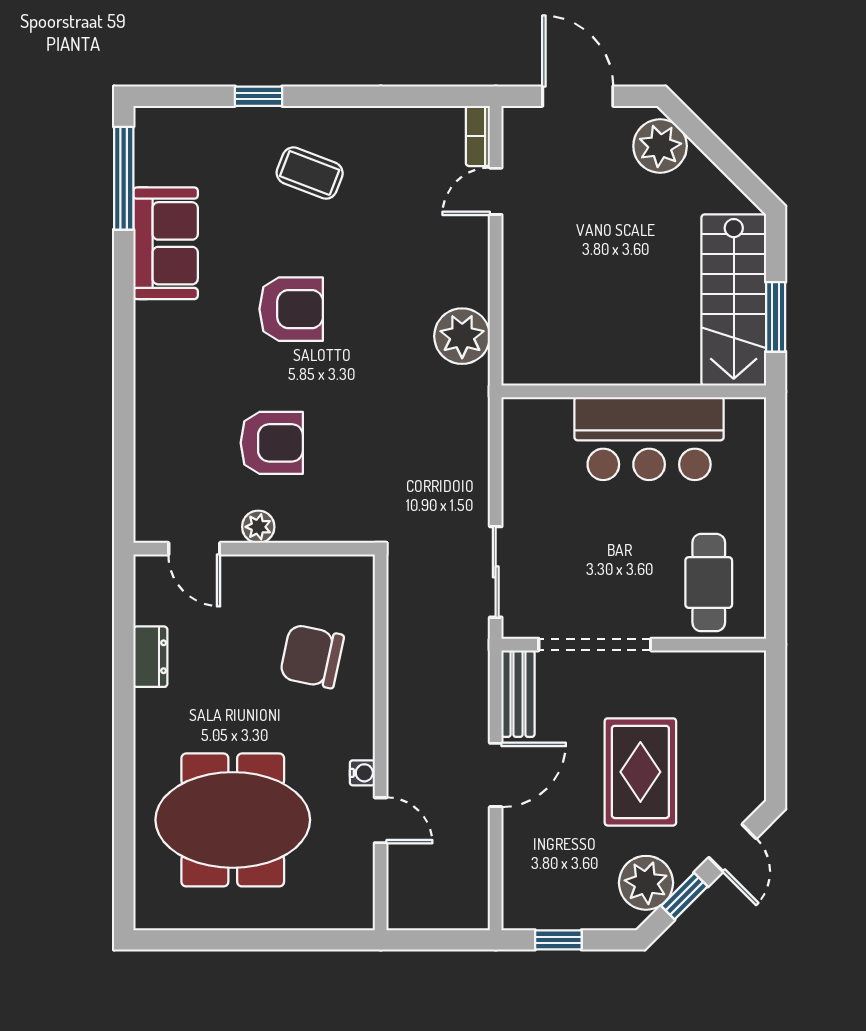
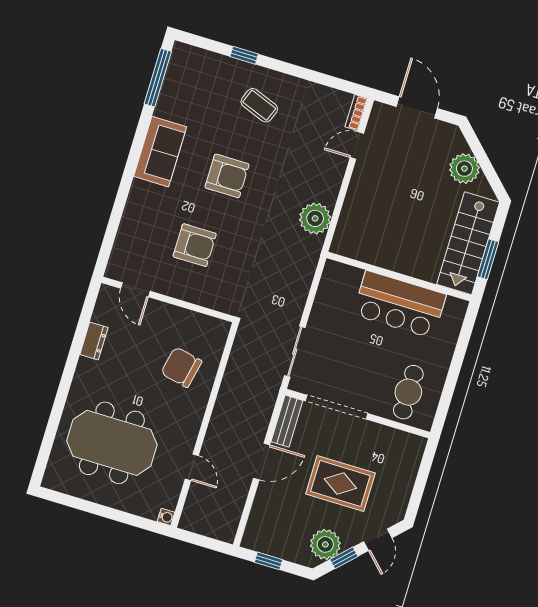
plant: (660, 146) -> (464, 169), moved
sofa: (166, 243) -> (160, 152), moved
plant: (258, 527) -> (174, 288), removed
rug: (640, 772) -> (340, 483), turned 90
water cooler: (362, 773) -> (166, 517), moved

